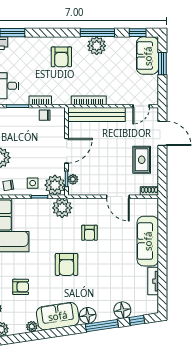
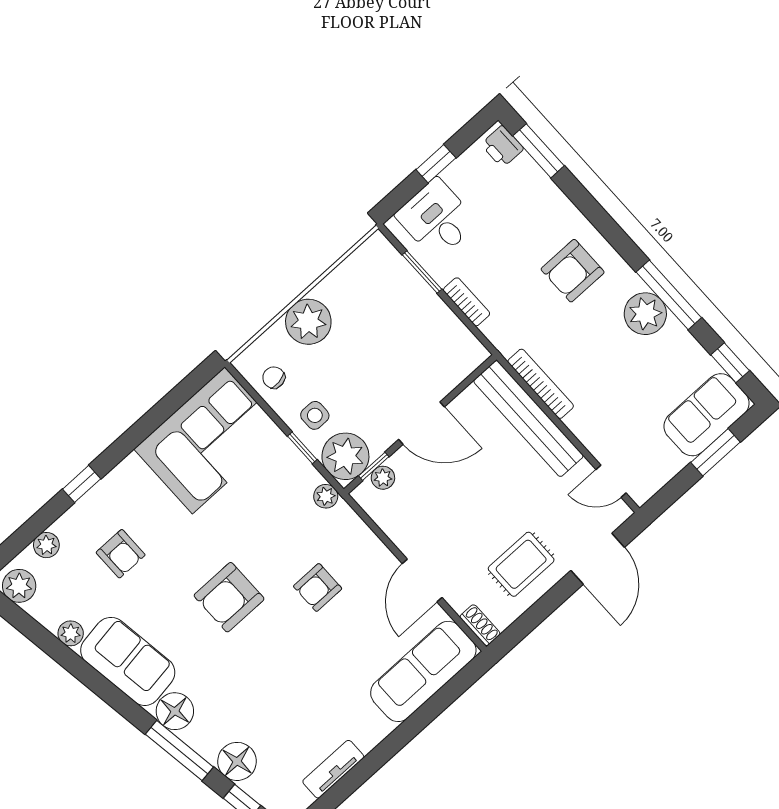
chair: (45, 115) -> (448, 332), removed
plant: (62, 208) -> (326, 496), width x0.53, depth x0.53
sofa: (148, 241) -> (423, 671), moved

